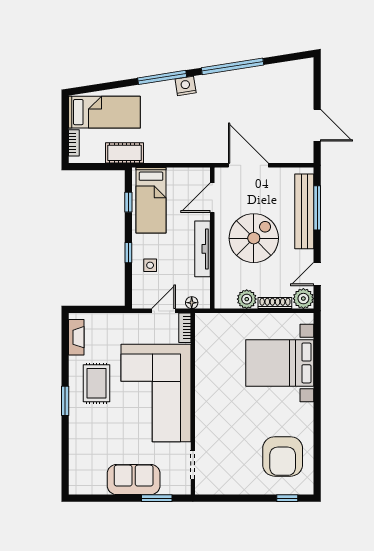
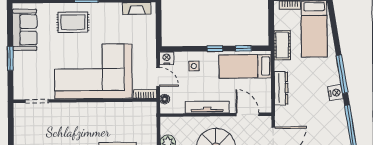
dresser: (179, 155) -> (281, 88), added
window: (128, 253) -> (215, 49), moved
nightstand: (140, 300) -> (167, 58), added
rug: (97, 383) -> (73, 22), moved
sofa: (134, 480) -> (25, 30), moved
window: (157, 498) -> (10, 58), moved

